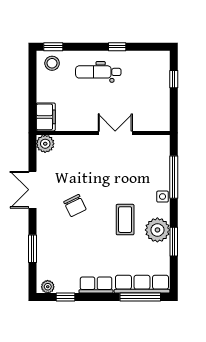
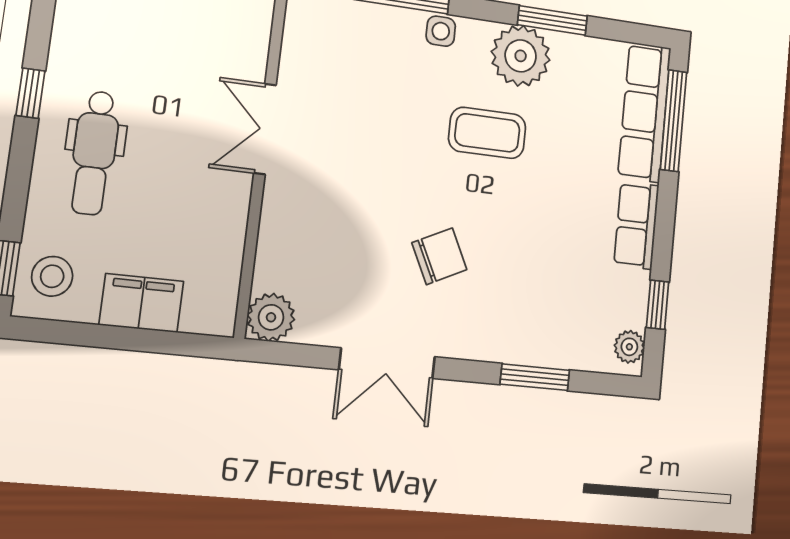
filing cabinet: (46, 117) -> (141, 303), moved

